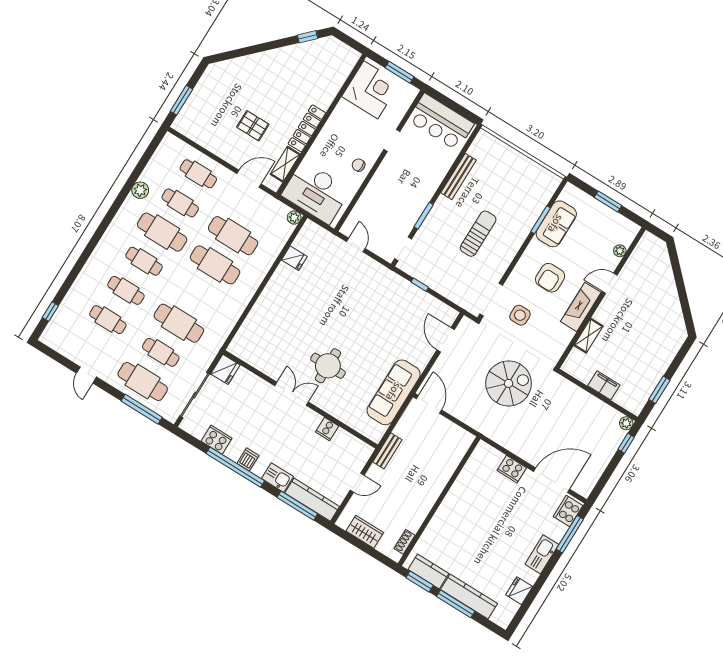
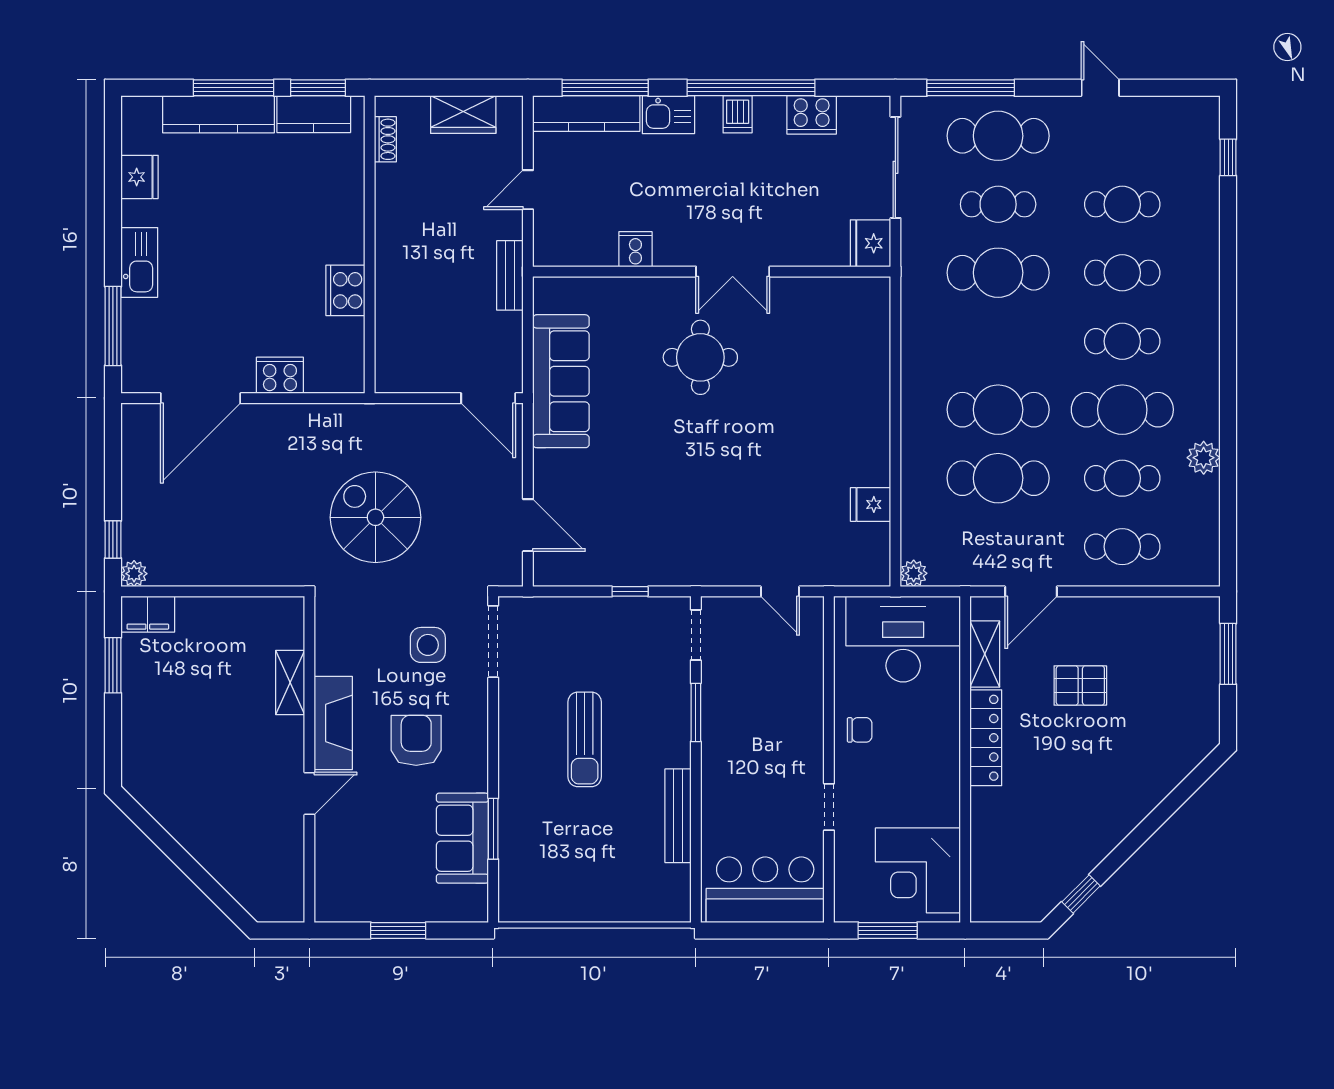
plant: (620, 251) -> (326, 859), removed
spiral stairs: (509, 383) -> (375, 517), turned 90
filing cabinet: (604, 385) -> (148, 614), moved
cooker: (568, 511) -> (345, 290), moved, turned 180

